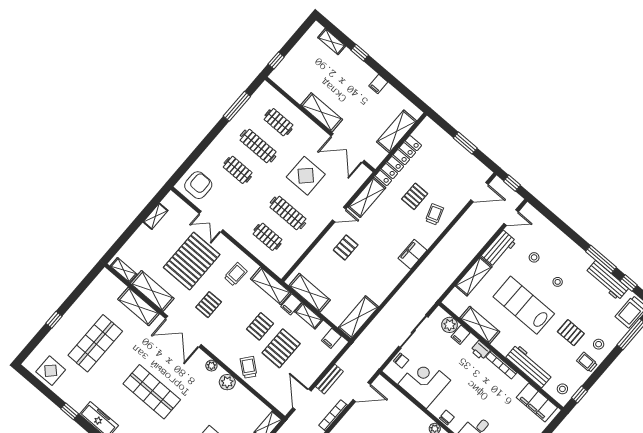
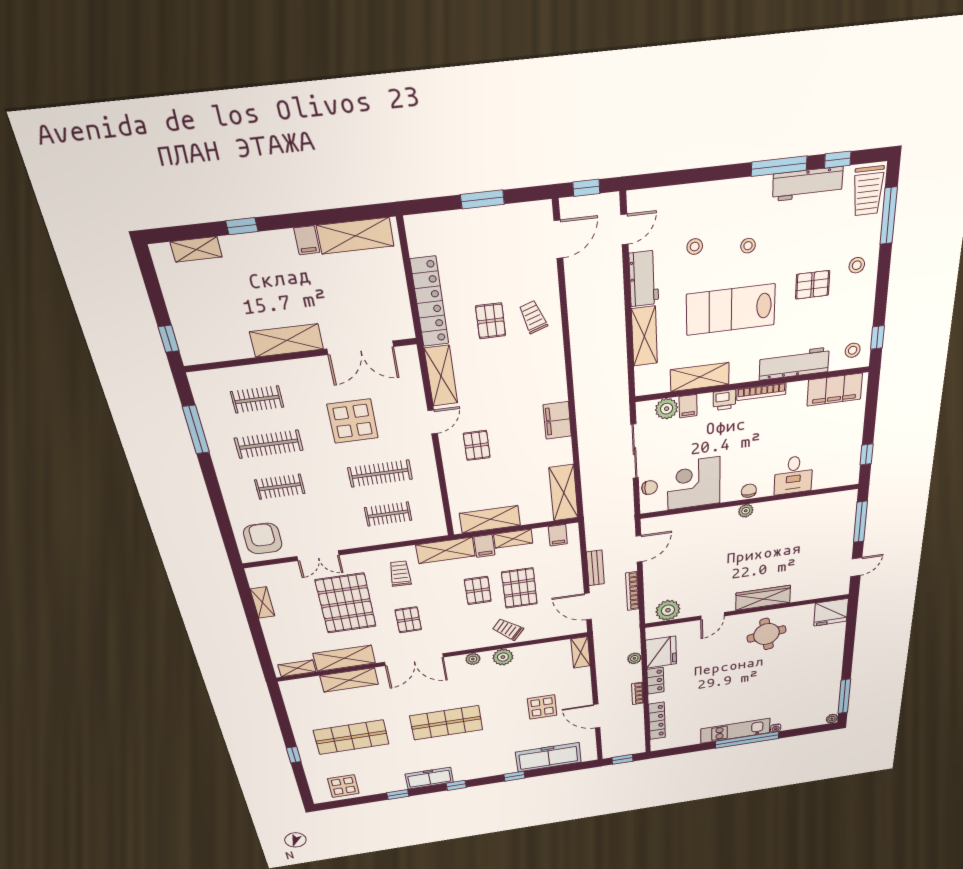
shelving: (397, 131) -> (355, 236), moved, turned 90
filing cabinet: (412, 254) -> (557, 420), moved
shop shelf: (95, 343) -> (351, 737), turned 90
trolley: (587, 362) -> (859, 297), removed

